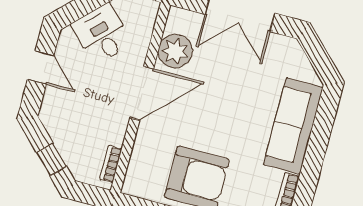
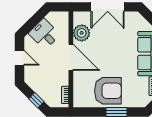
door: (142, 93) -> (71, 57), hinge flipped

